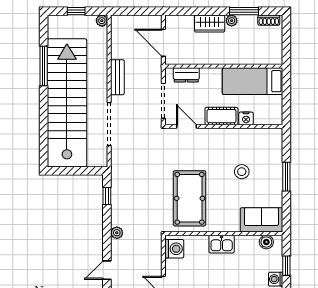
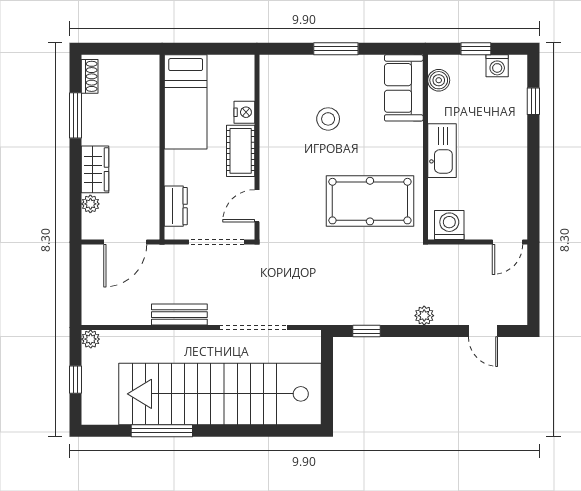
plant: (232, 21) -> (90, 204), moved
kitchen sink: (222, 244) -> (442, 151), width x1.38

